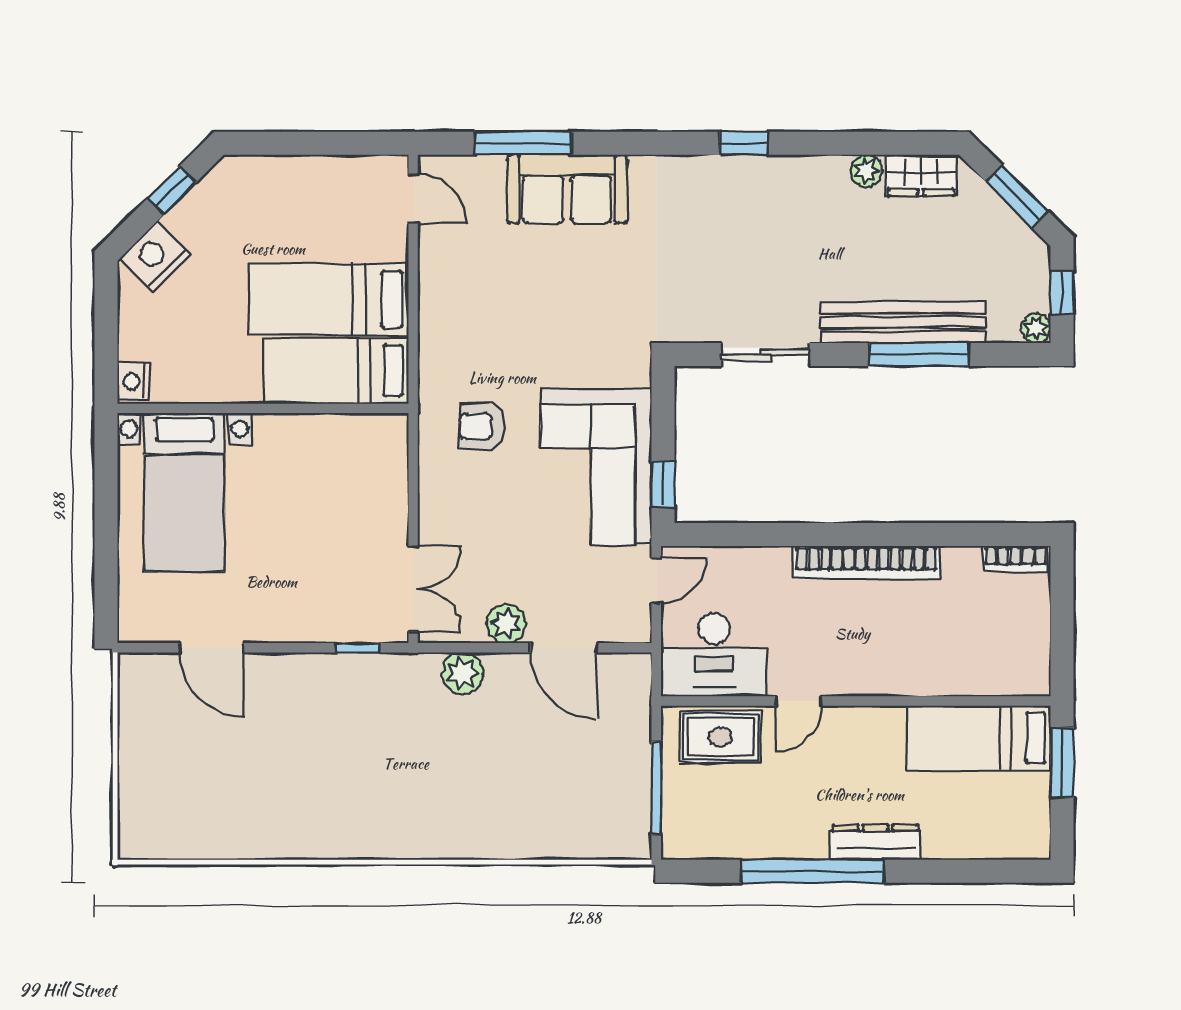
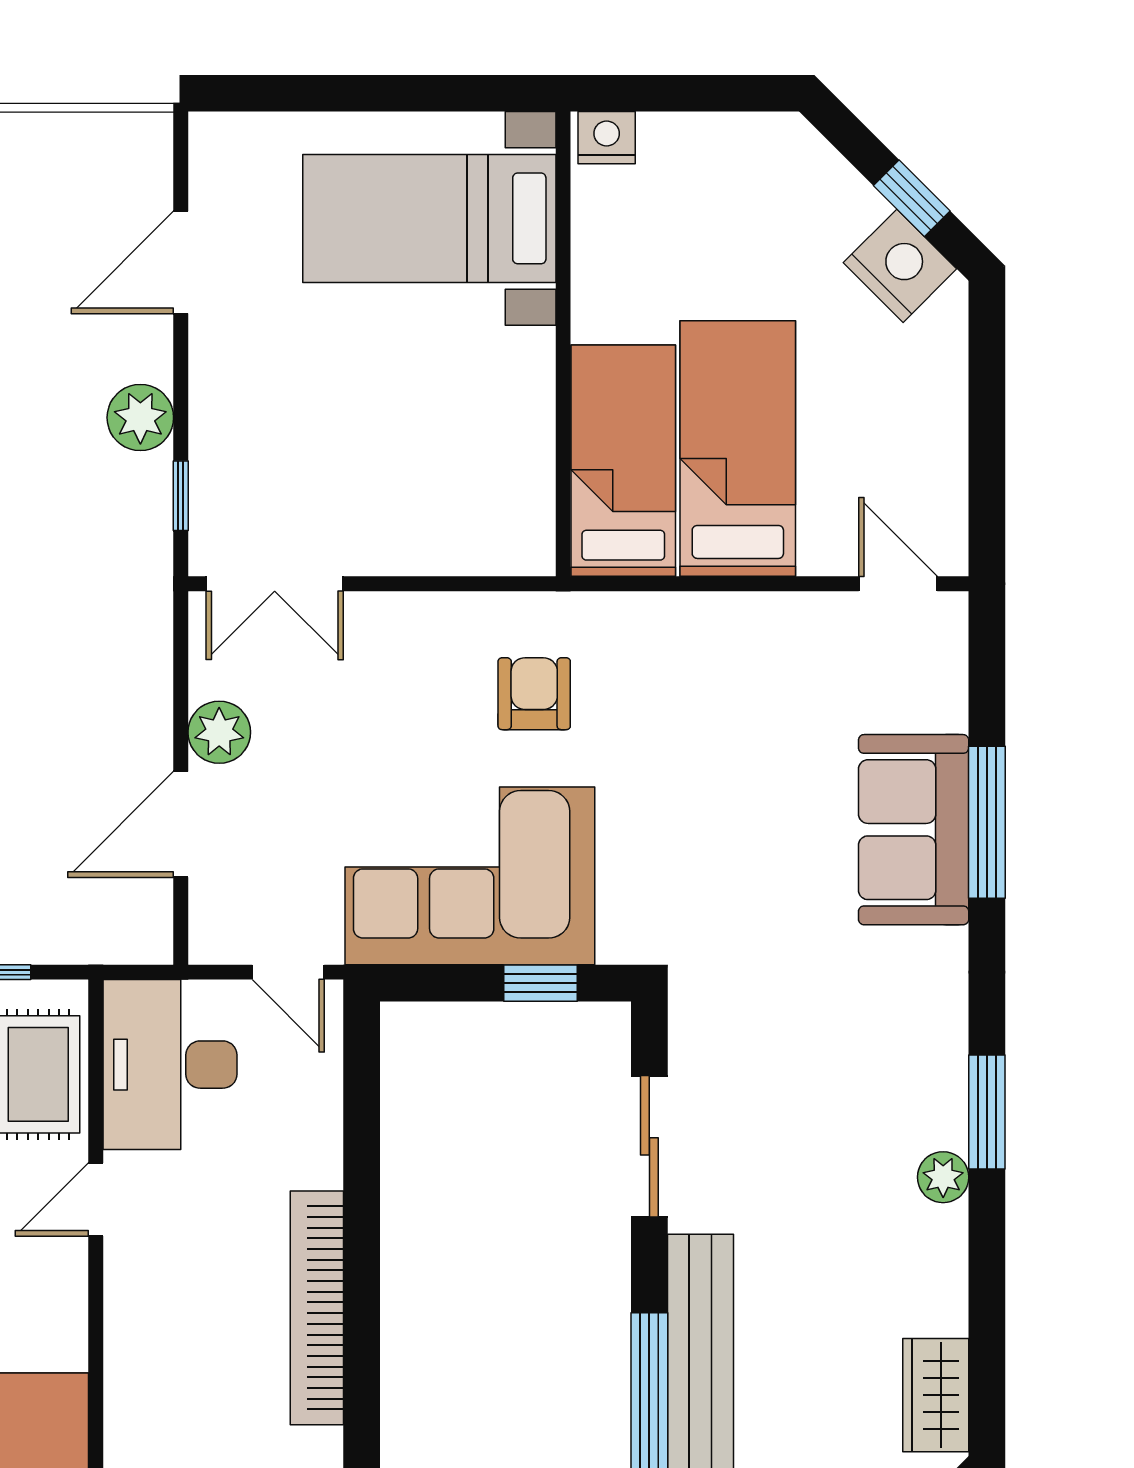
window: (523, 143) -> (987, 822), moved
window: (744, 143) -> (987, 1112), width x1.50
plant: (866, 171) -> (943, 1177), moved
door: (413, 199) -> (898, 584), swing flipped
nightstand: (155, 257) -> (900, 266), moved
window: (663, 484) -> (541, 983), moved
plant: (462, 673) -> (140, 418), moved
door: (799, 701) -> (96, 1199), hinge flipped

